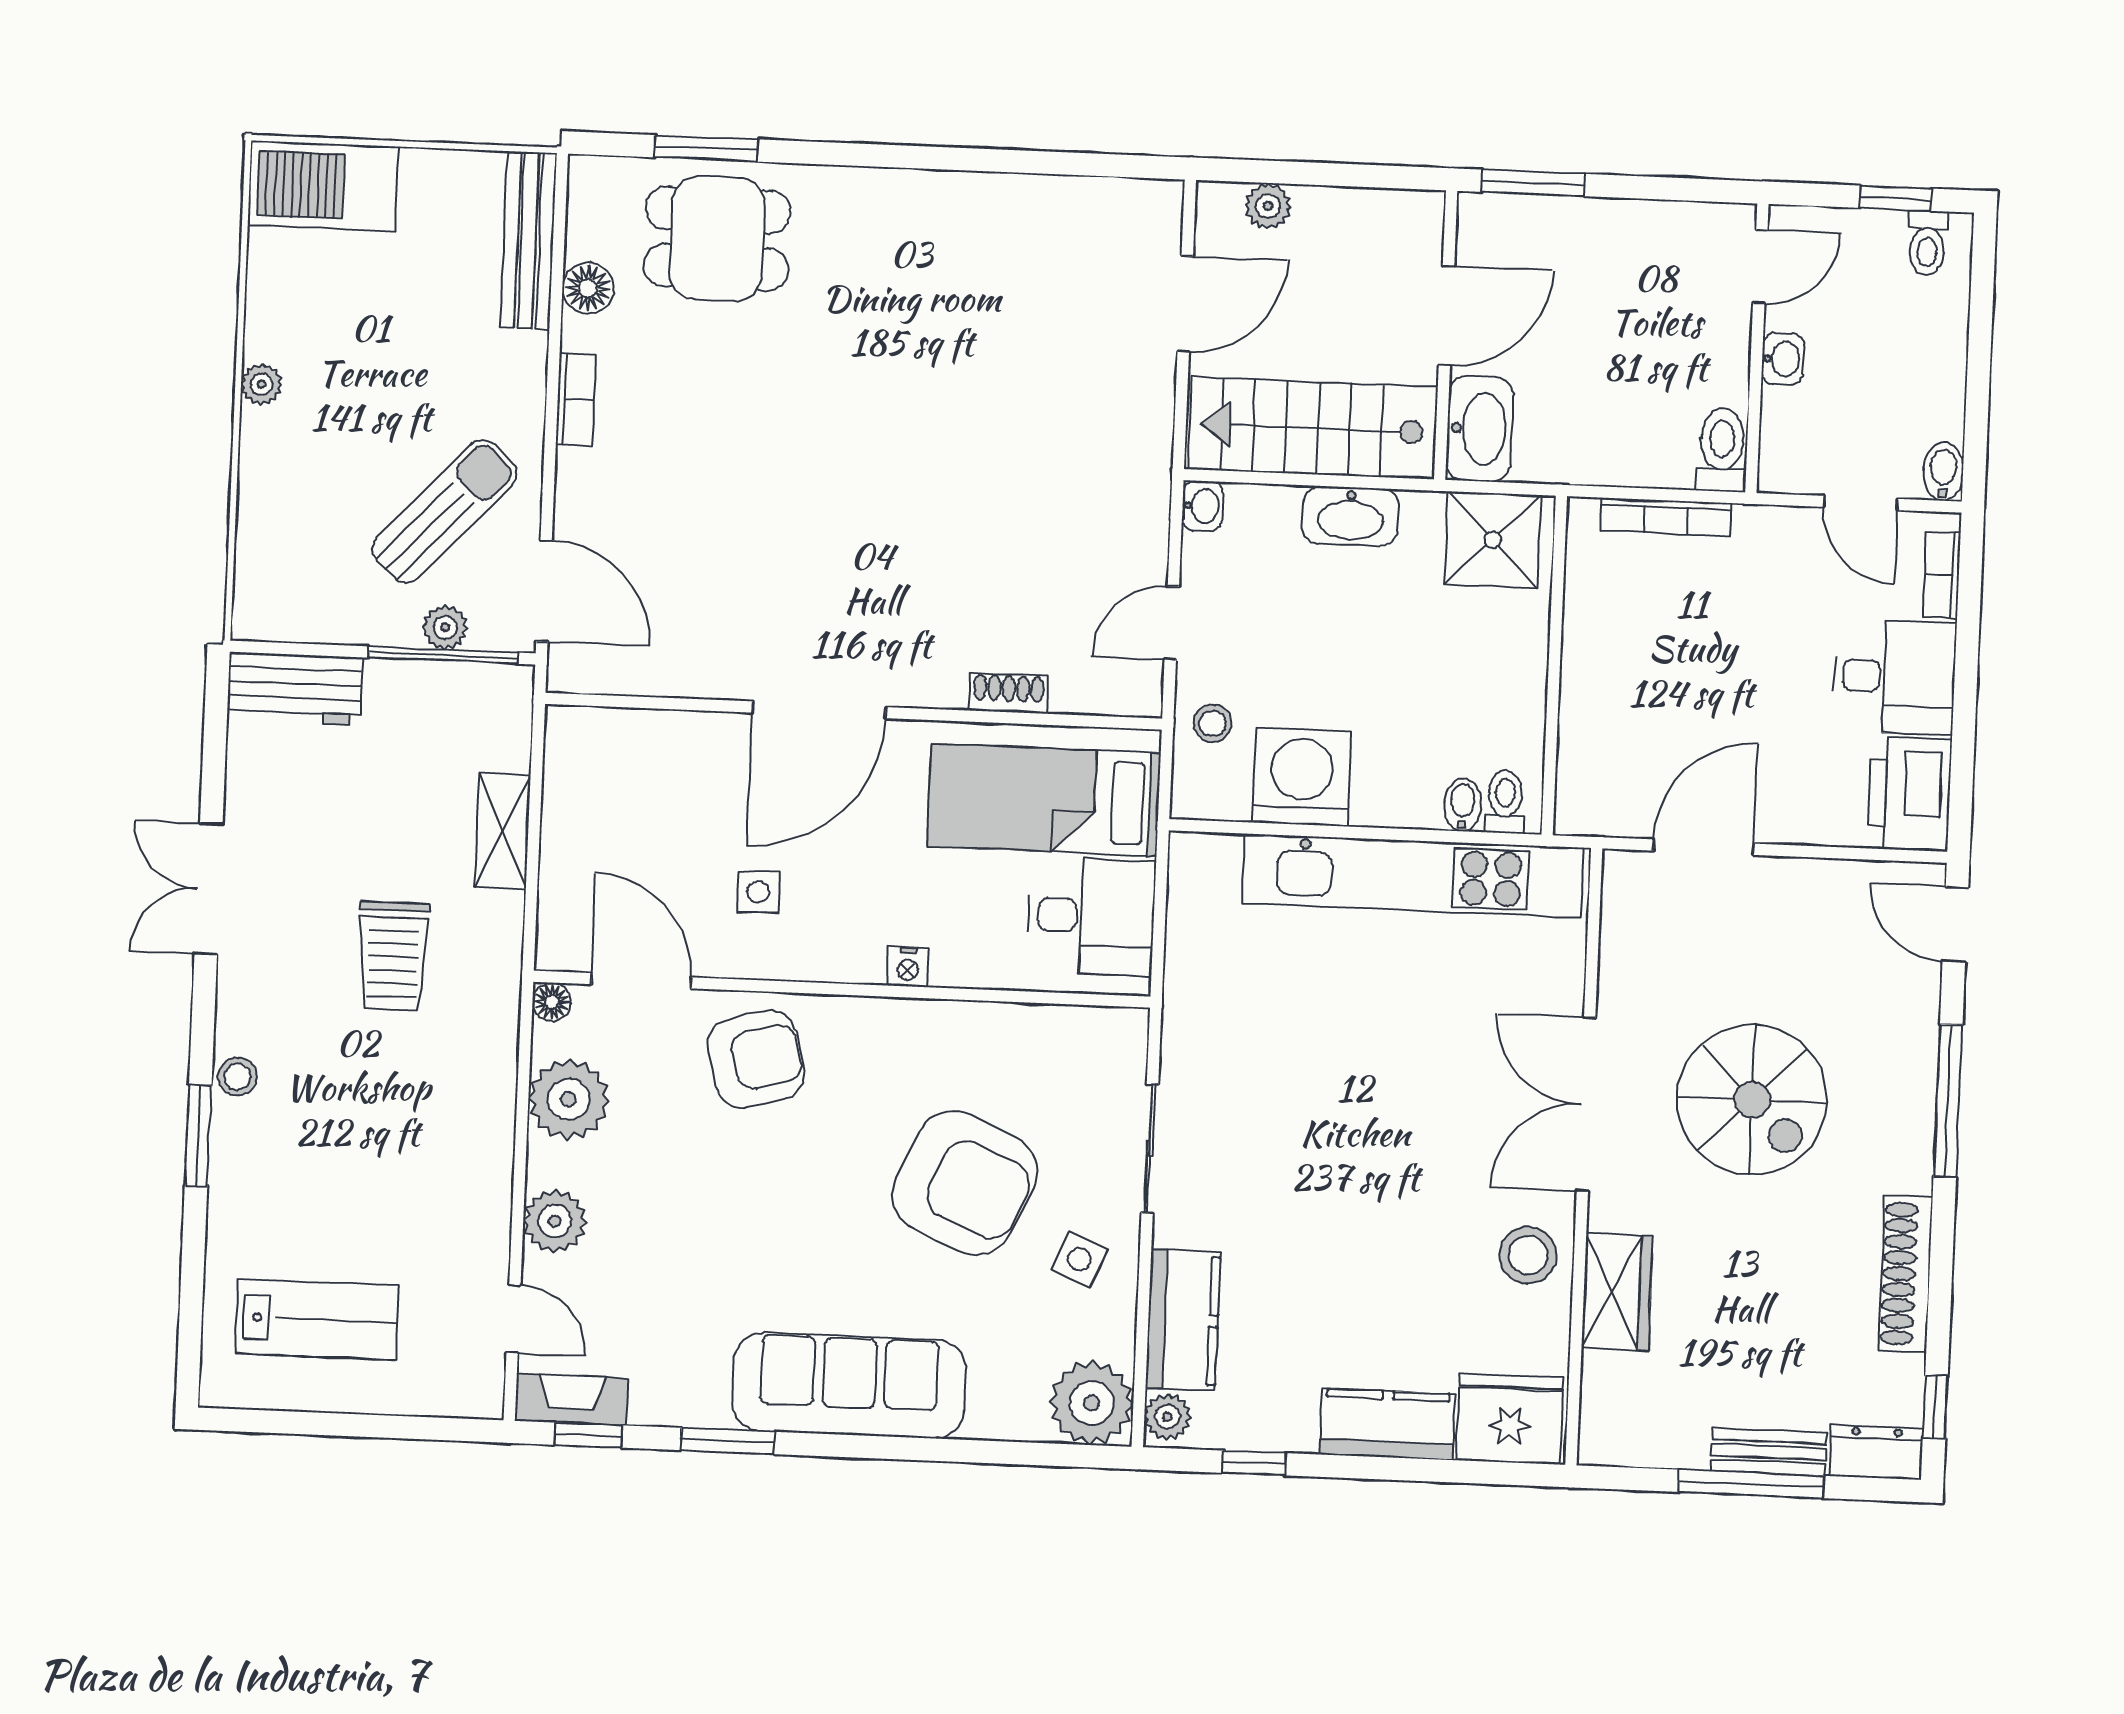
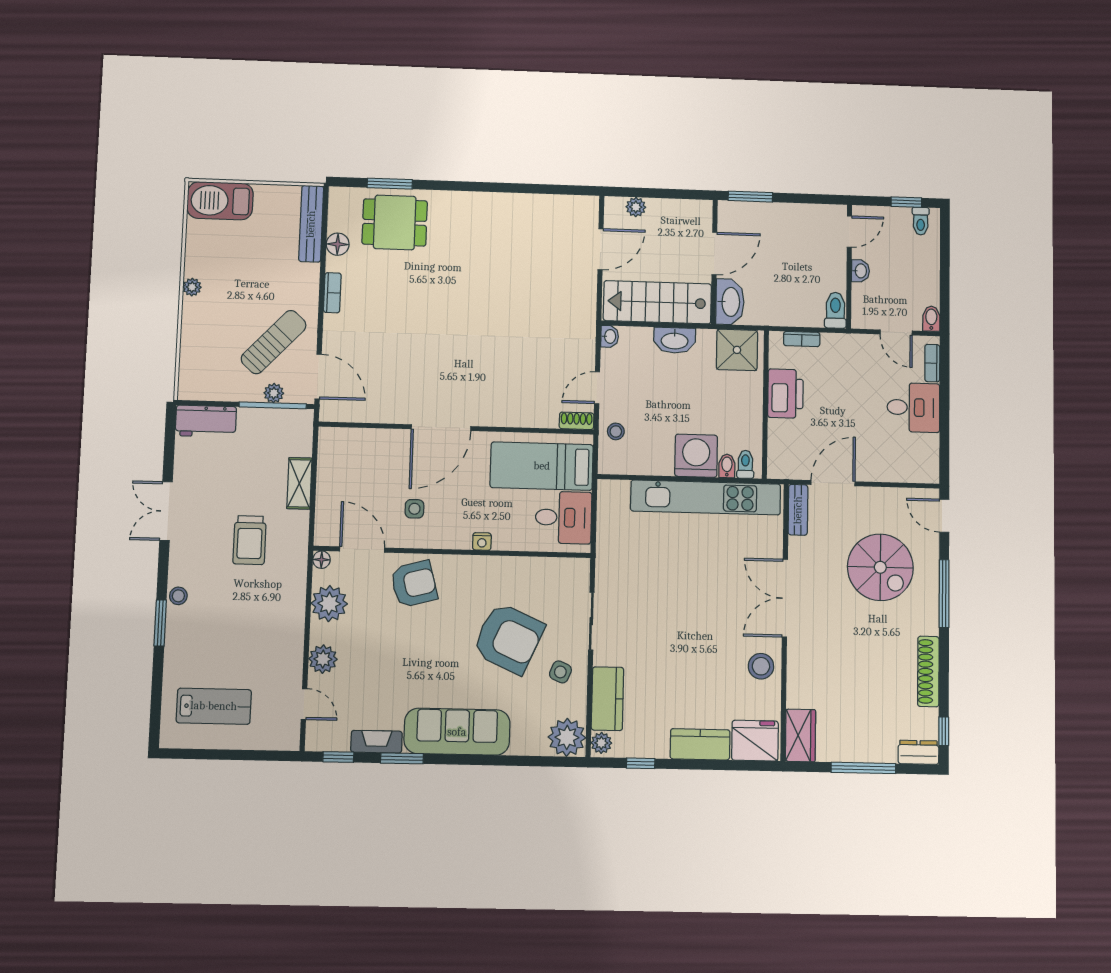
bookcase: (1666, 517) -> (802, 339), width x0.64
shoe rack: (1009, 693) -> (577, 421), moved
washing machine: (1302, 777) -> (696, 456), moved
printer: (1910, 794) -> (785, 394), moved, turned 180
spiral stairs: (1752, 1100) -> (880, 567), moved
wardrobe: (1617, 1292) -> (800, 735), moved
fireplace: (571, 1399) -> (376, 742), moved
bench: (1769, 1452) -> (798, 510), moved, turned 90

